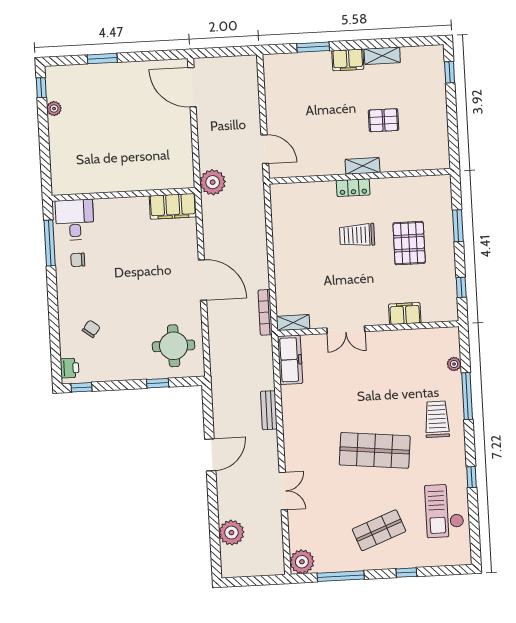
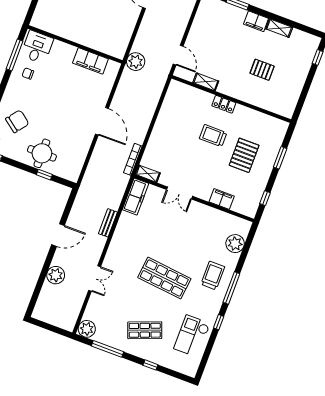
shelving: (362, 166) -> (206, 82), moved
filing cabinet: (173, 206) -> (90, 61), moved
chair: (91, 329) -> (17, 121), width x1.87, depth x1.87
round table: (174, 346) -> (42, 153), moved
plant: (454, 364) -> (235, 244), width x1.87, depth x1.87
window: (467, 396) -> (231, 288), moved
plant: (231, 533) -> (56, 275), moved

